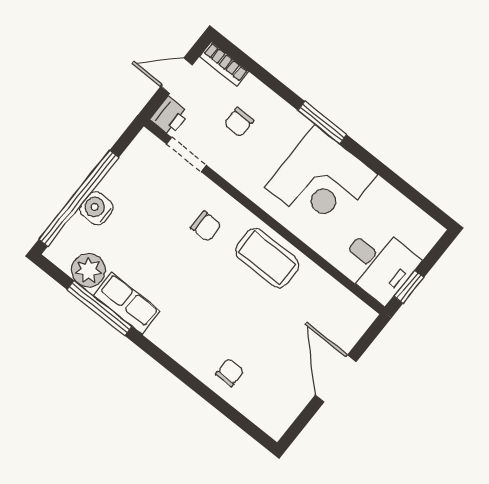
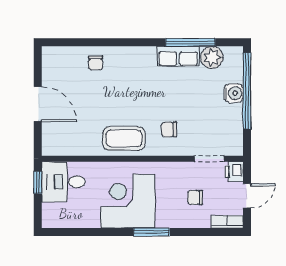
chair: (239, 122) -> (195, 198), turned -90

